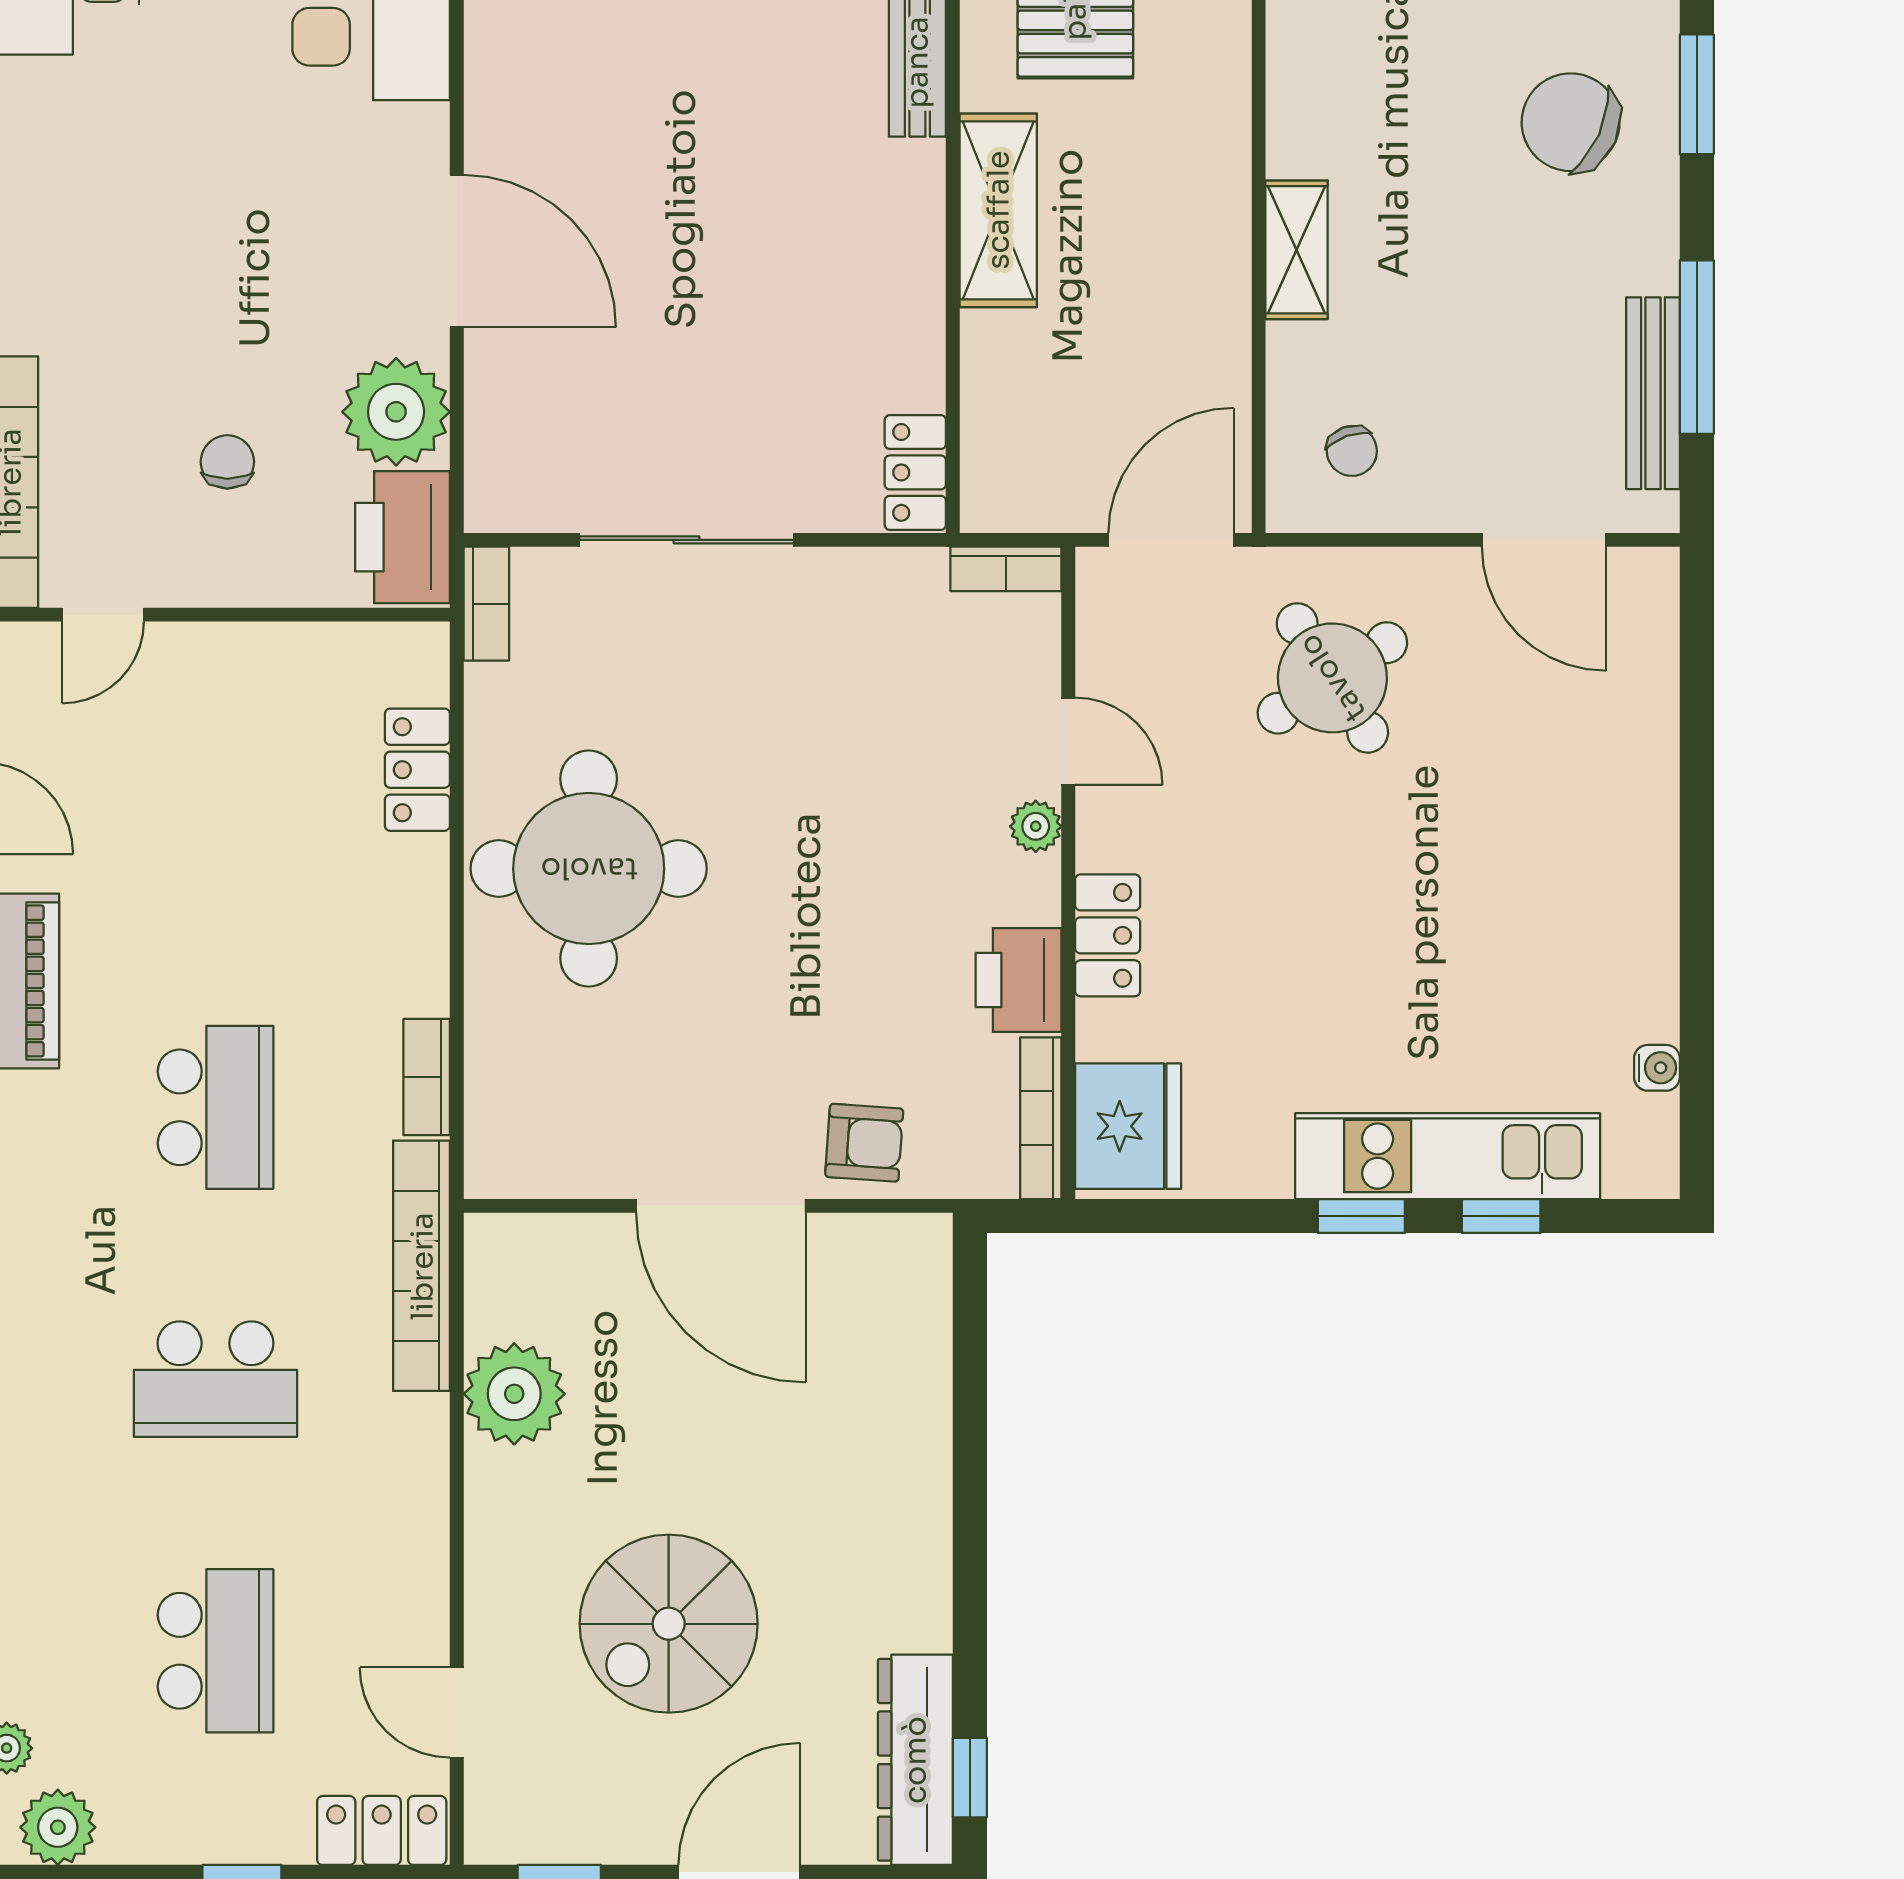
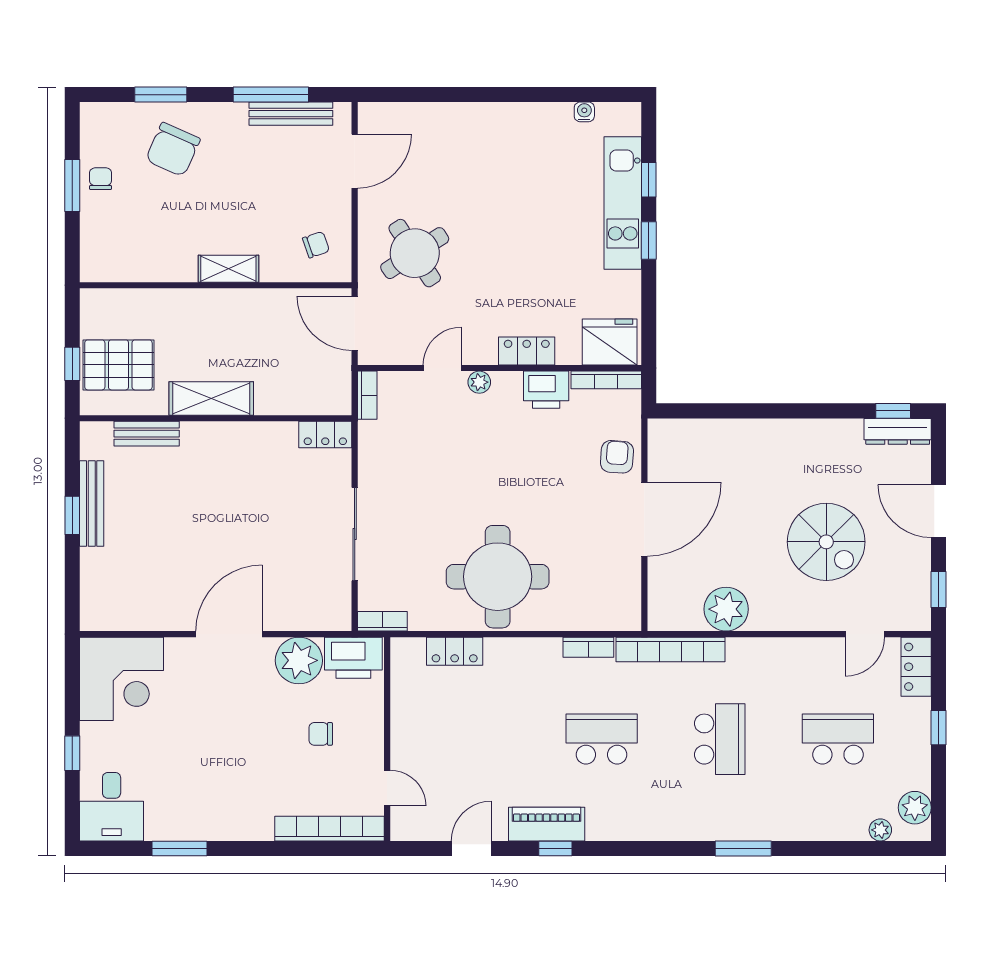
dresser: (915, 1760) -> (898, 431), width x0.73, depth x0.80

